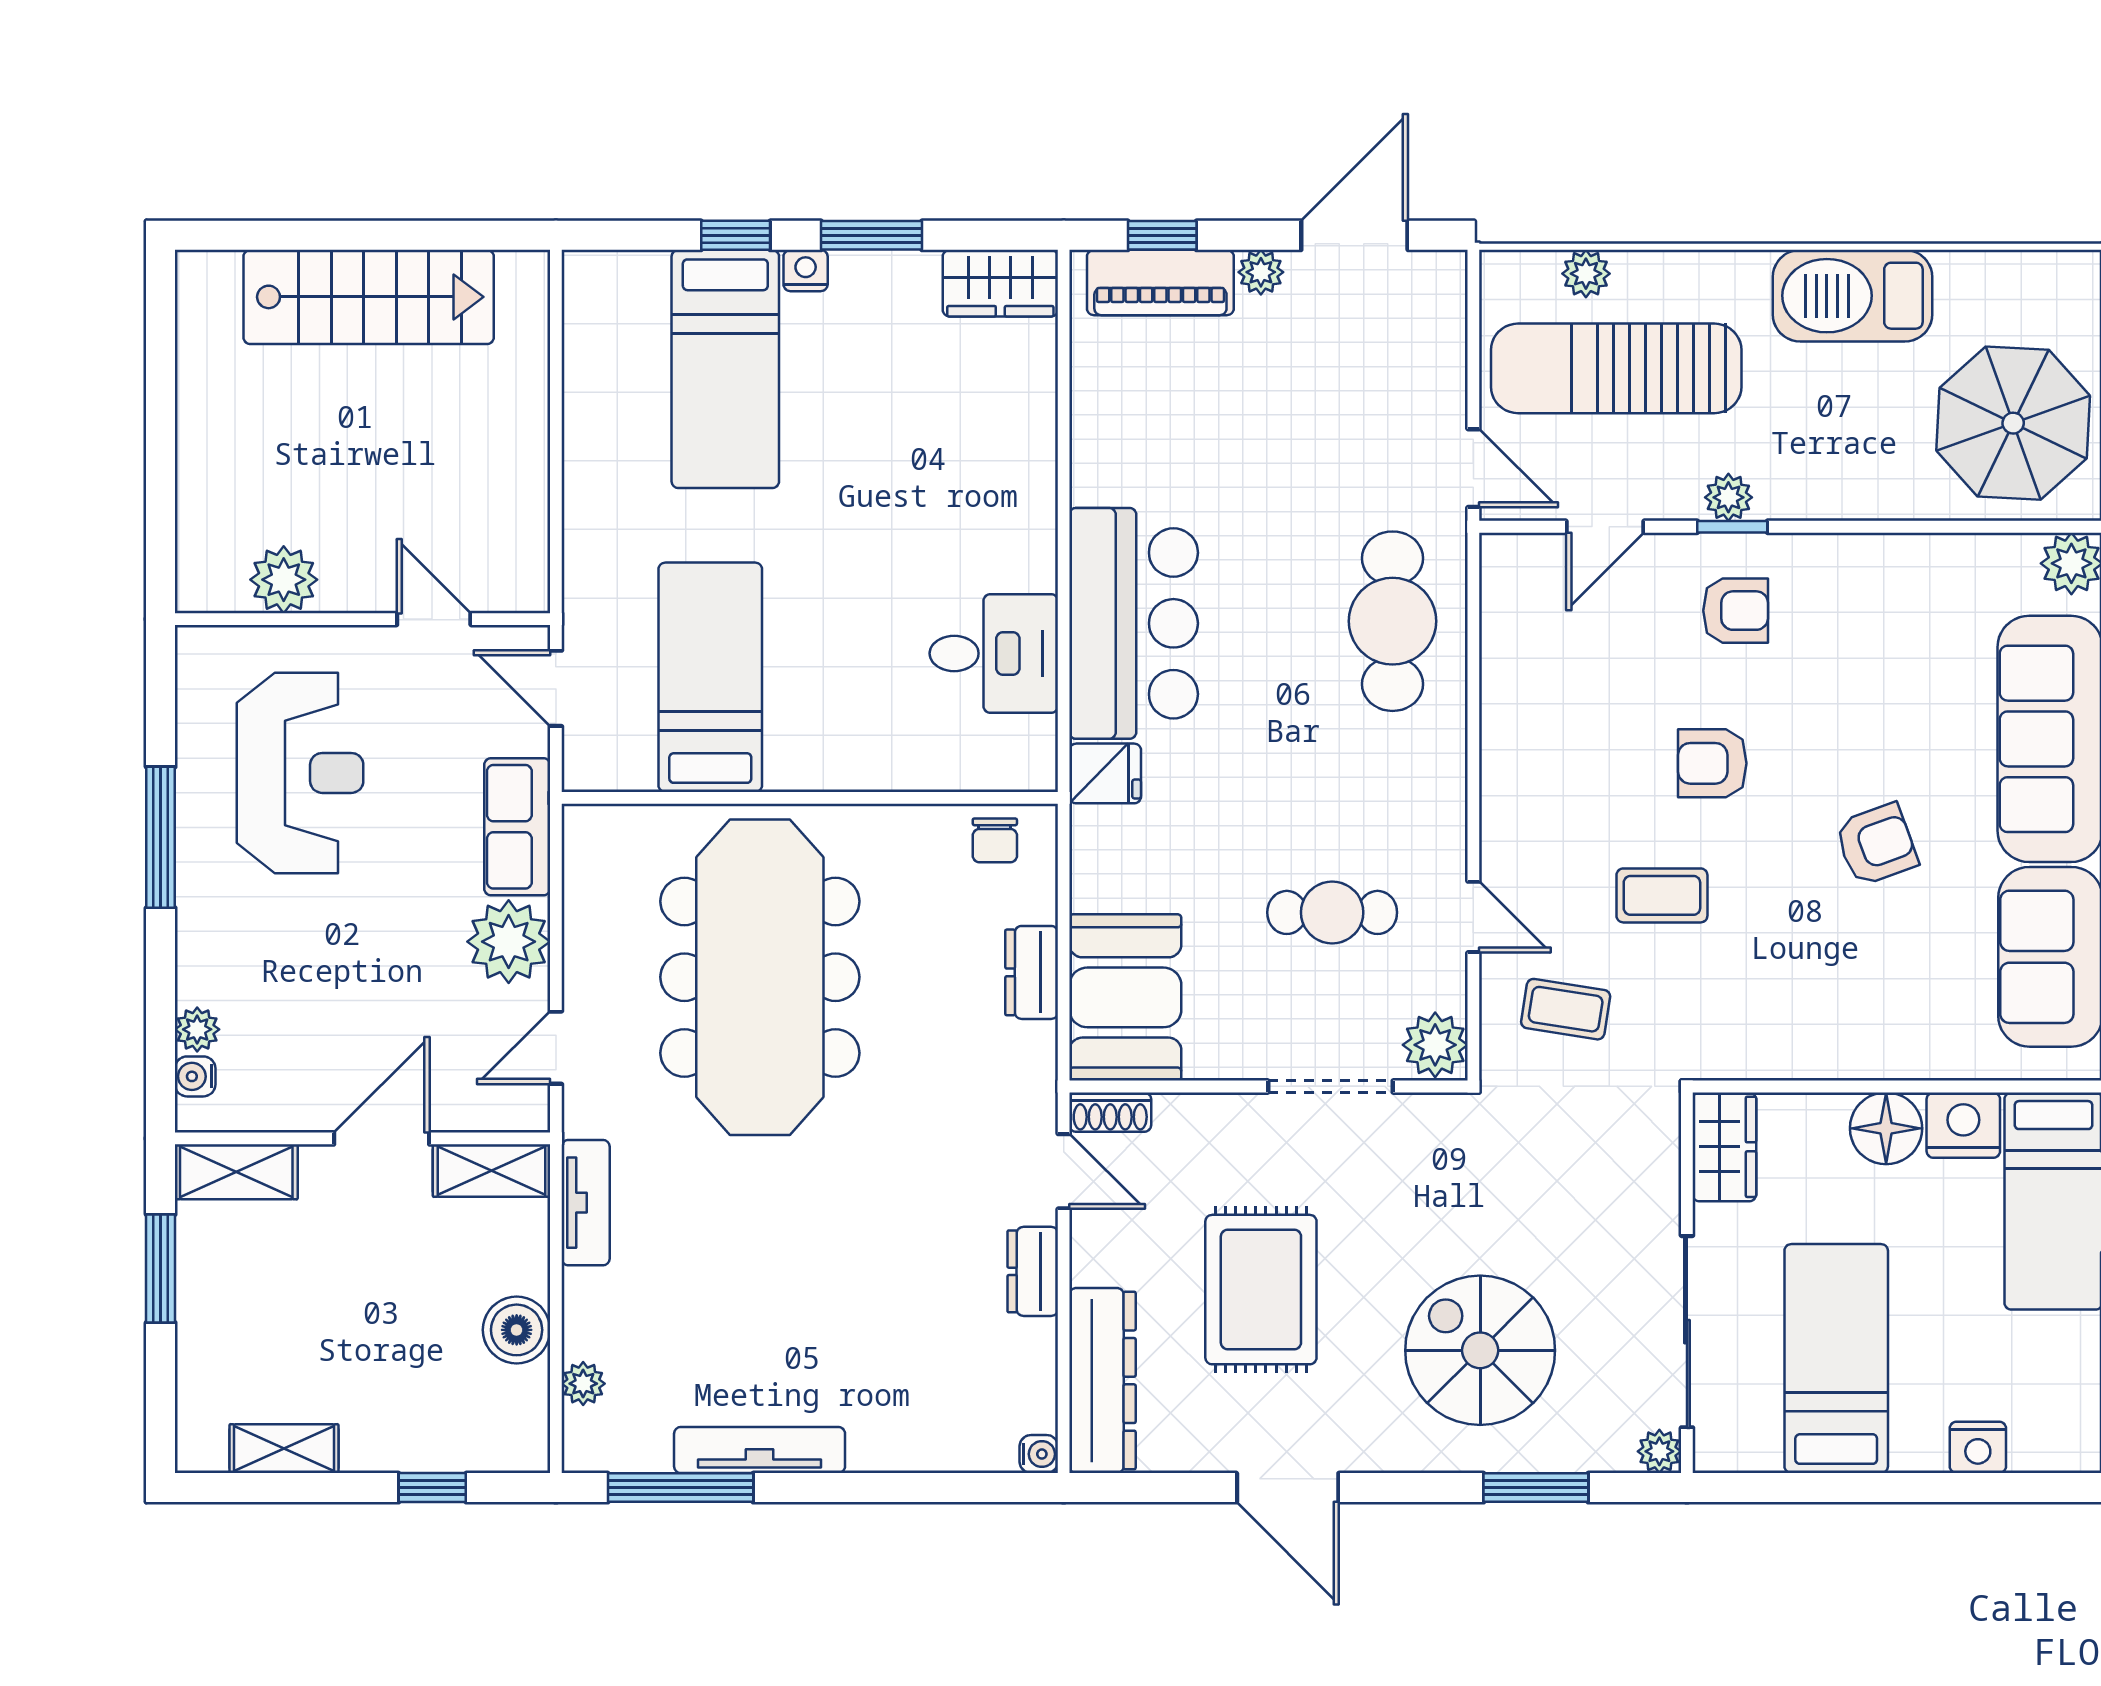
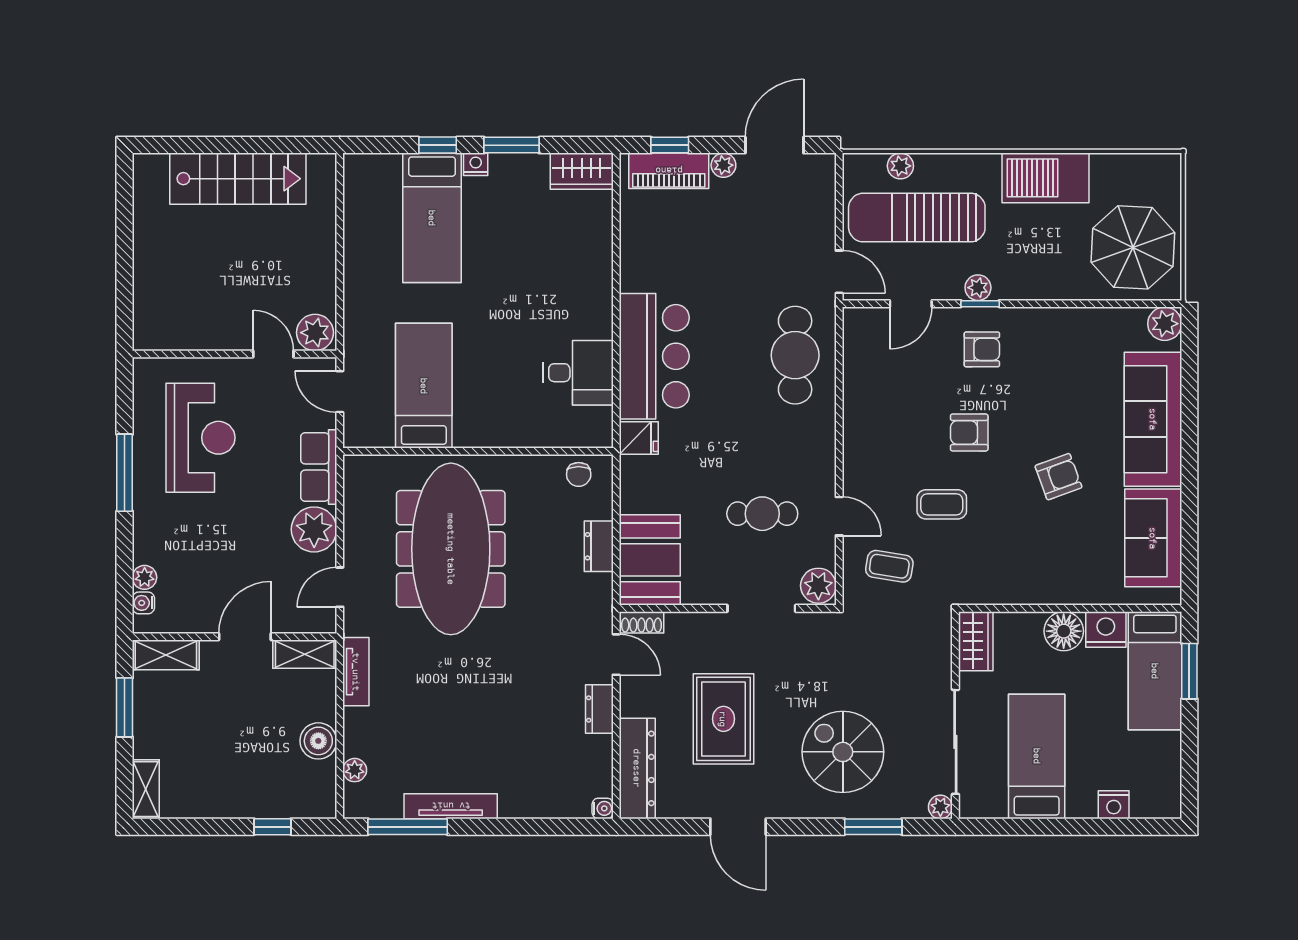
plant: (284, 580) -> (315, 333), moved
shelving: (284, 1449) -> (146, 789), moved, turned 90

